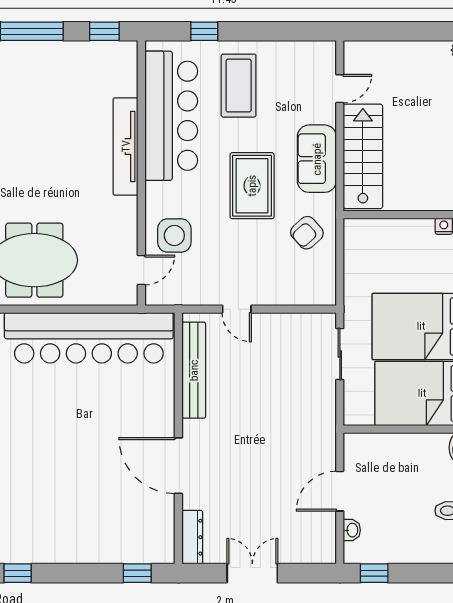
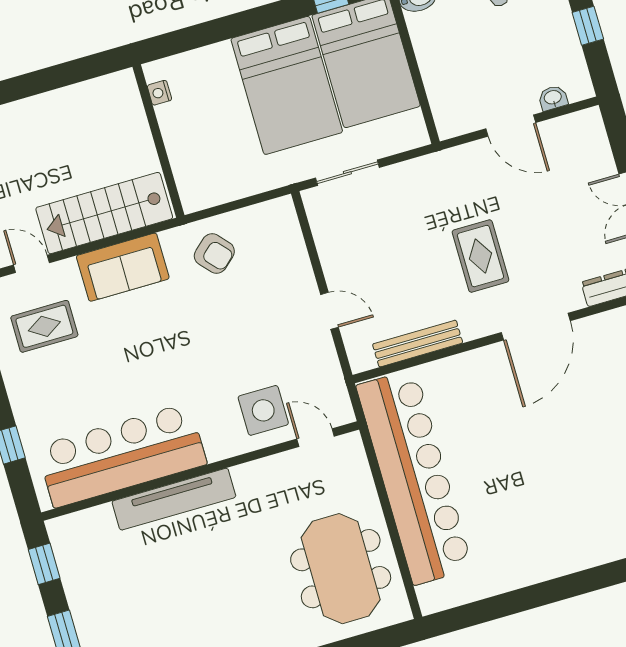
coffee table: (239, 86) -> (63, 385), removed
rug: (252, 186) -> (44, 326), moved, width x0.73, depth x0.70
door: (237, 309) -> (329, 311), hinge flipped
bench: (194, 370) -> (418, 344), width x0.73, depth x0.82
rug: (245, 438) -> (480, 256), added
window: (374, 573) -> (588, 26), moved

